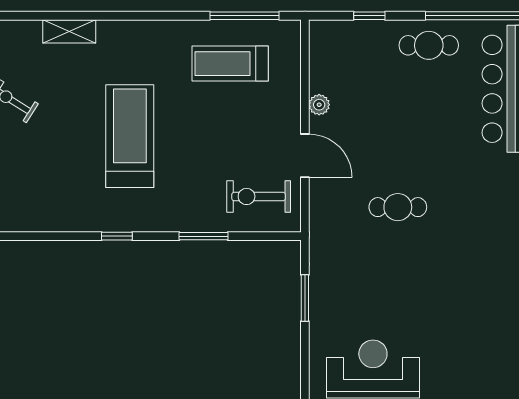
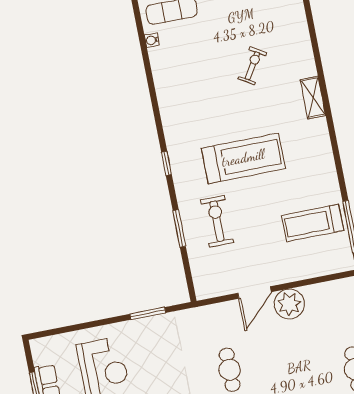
treadmill: (230, 64) -> (313, 223), turned -90
plant: (319, 105) -> (289, 304), width x1.88, depth x1.88
exercise bike: (259, 196) -> (217, 221), moved

